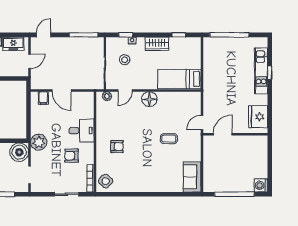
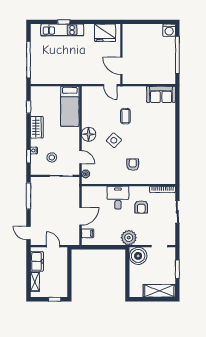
side table: (106, 181) -> (114, 140), moved

